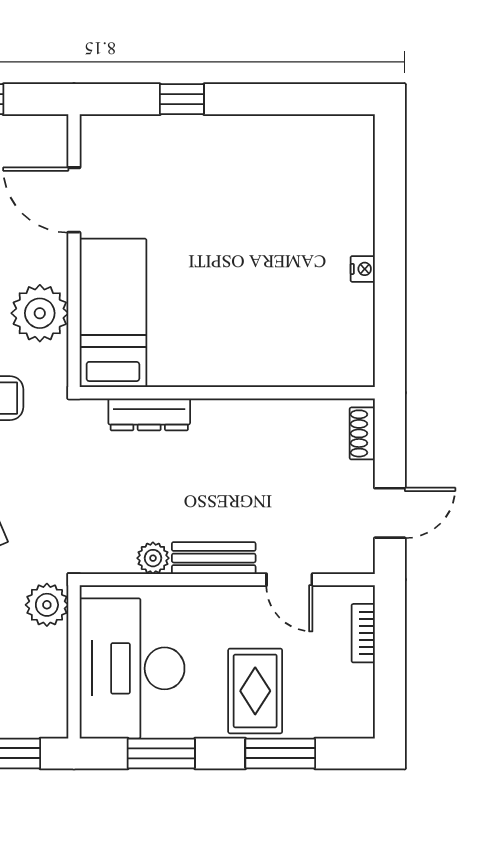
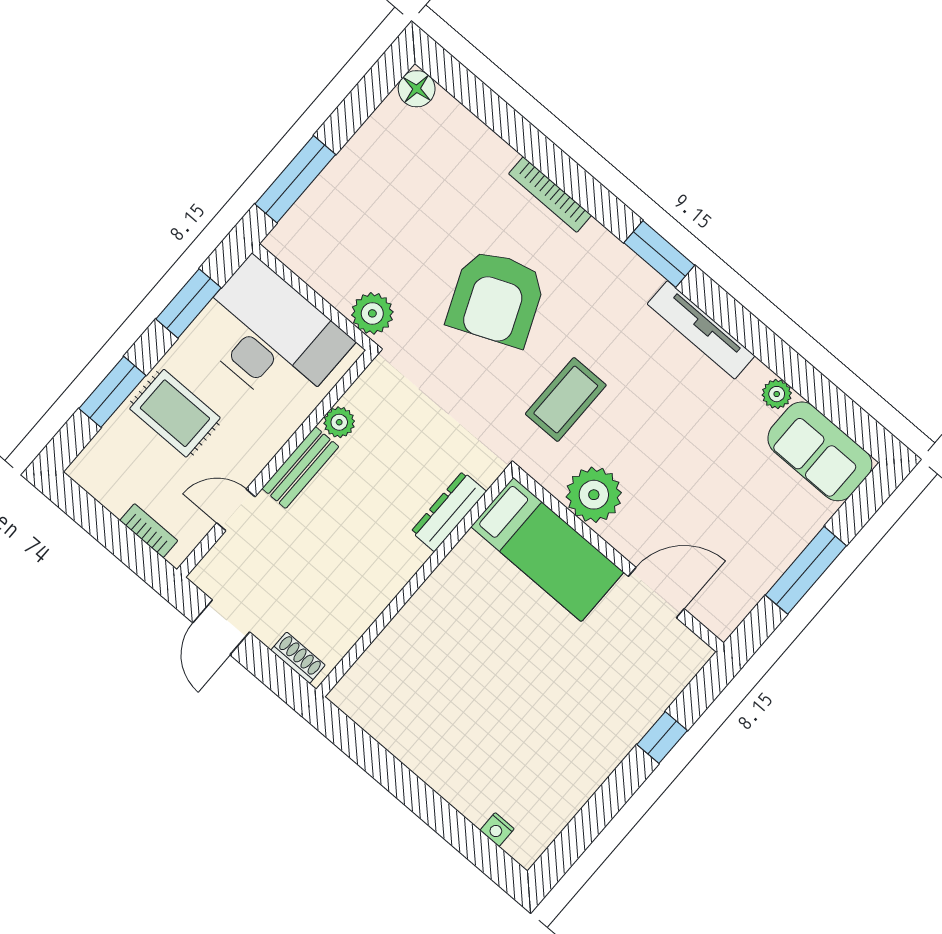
nightstand: (363, 269) -> (497, 830), moved

